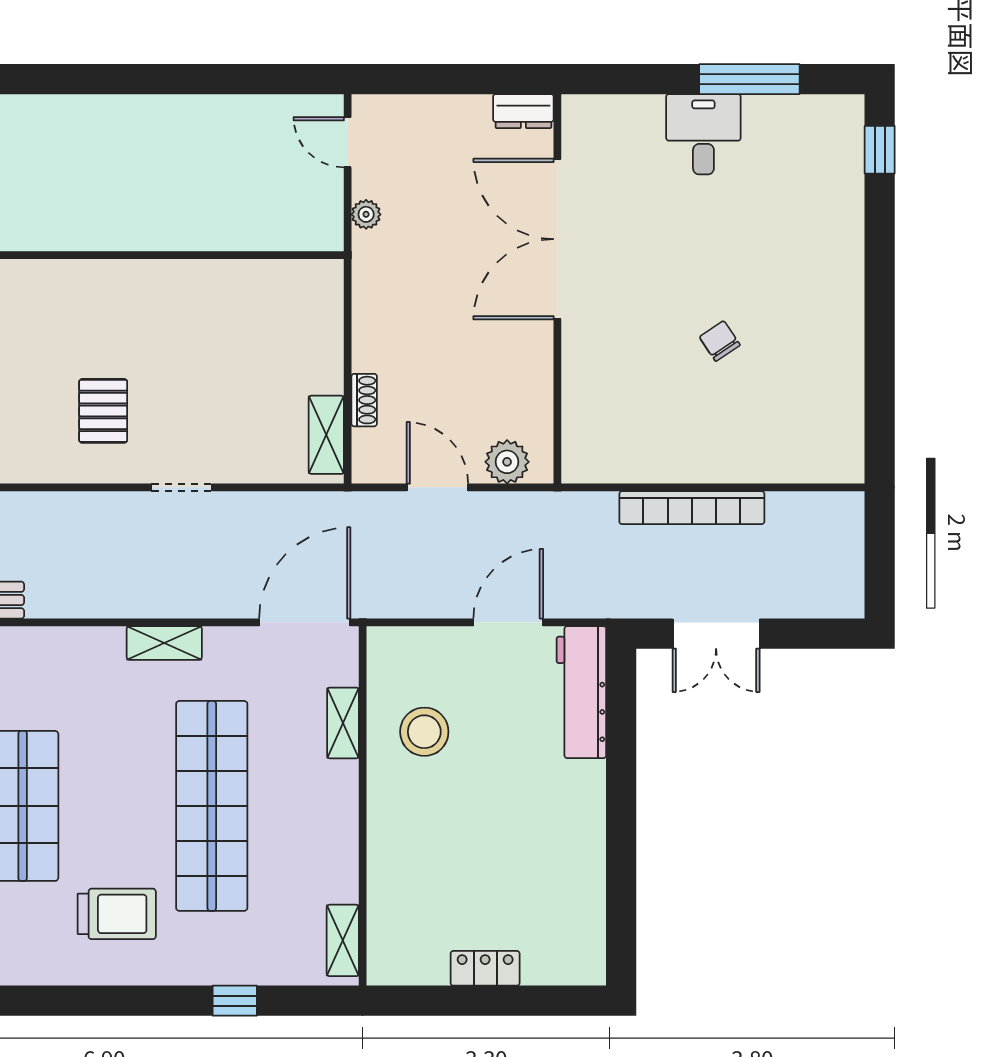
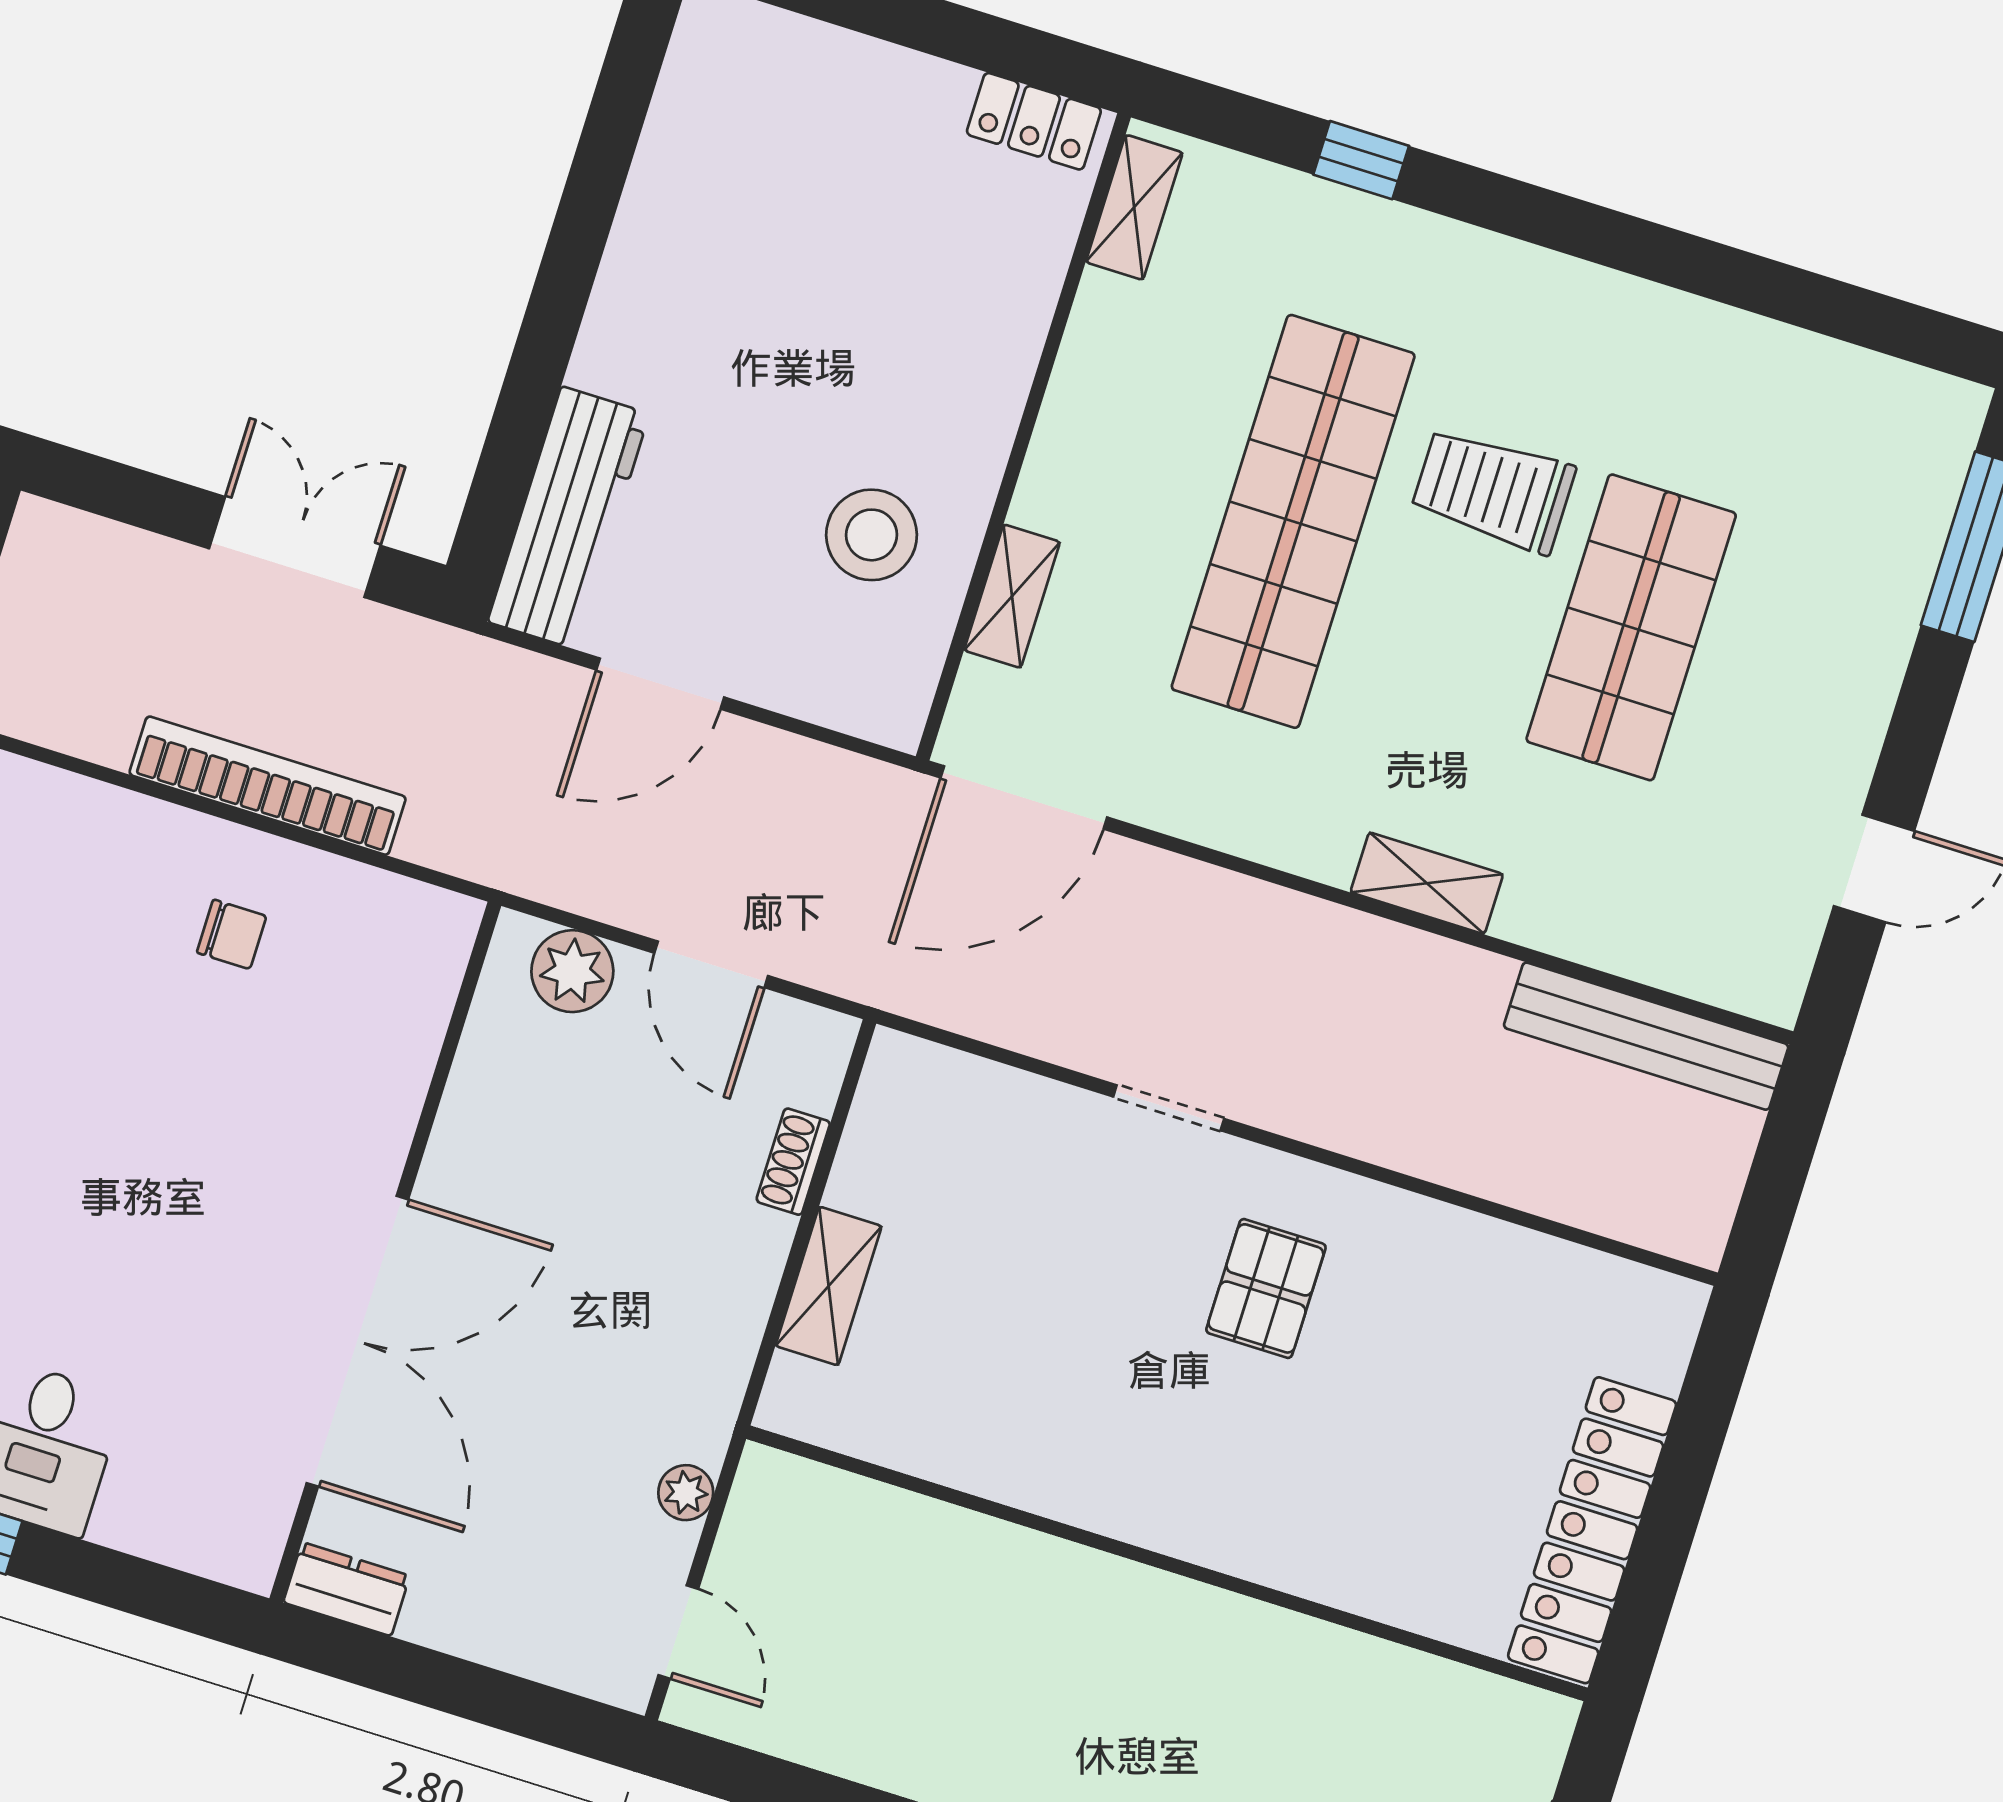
chair: (720, 341) -> (232, 934), moved, turned -56
shelving: (326, 435) -> (829, 1286), moved
shelving: (164, 643) -> (1427, 883), moved
trolley: (117, 914) -> (1493, 490), moved
locker: (485, 968) -> (1034, 121), moved

